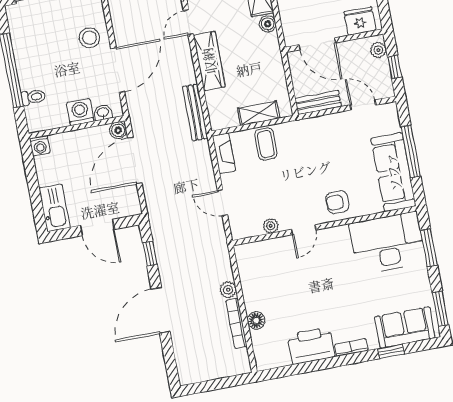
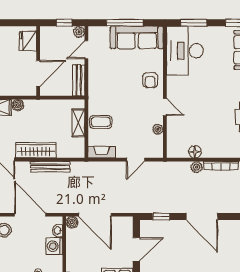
plant: (378, 50) -> (79, 32), moved
bench: (195, 112) -> (50, 167), moved
floor lamp: (256, 321) -> (195, 152), moved

